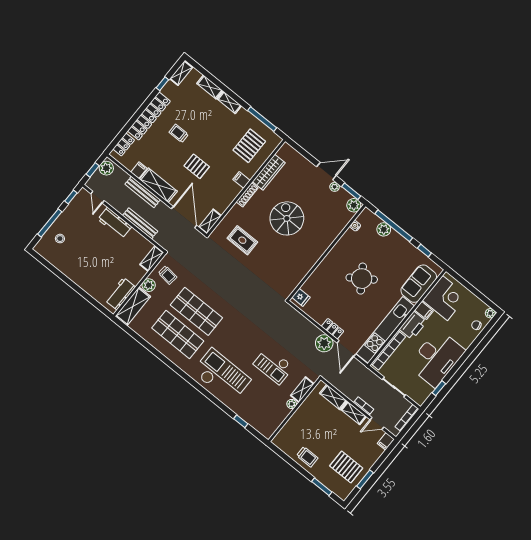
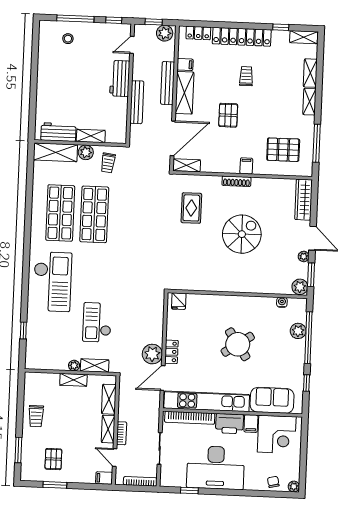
wardrobe: (269, 172) -> (303, 200), moved, turned 90
shelving: (152, 258) -> (91, 136), moved
shelving: (301, 412) -> (73, 380), added
pallet: (346, 467) -> (53, 459), width x0.67, depth x0.71

